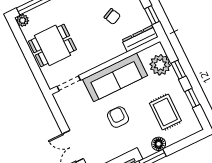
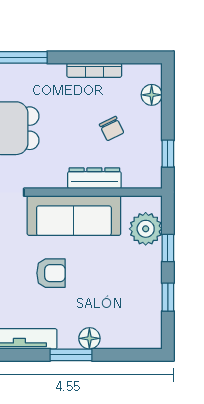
dresser: (140, 38) -> (94, 178), moved
rug: (165, 112) -> (121, 298), removed
armchair: (118, 117) -> (51, 273), turned 90

